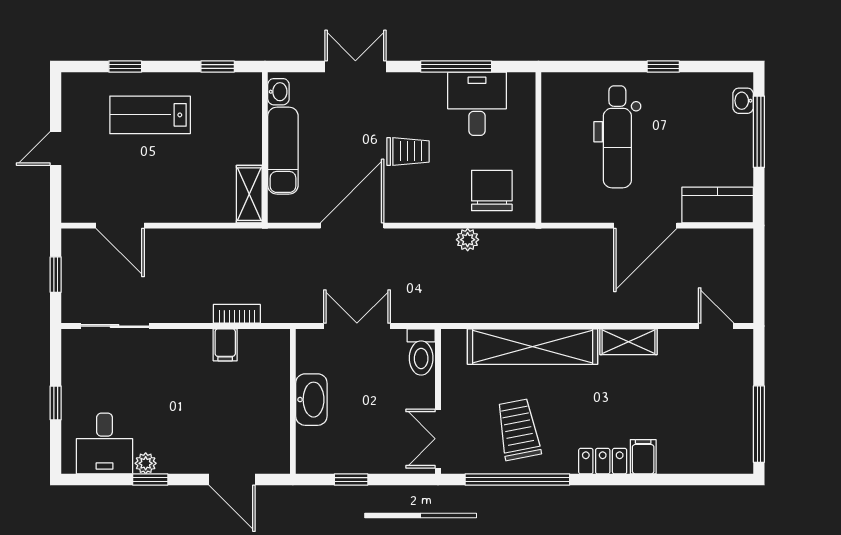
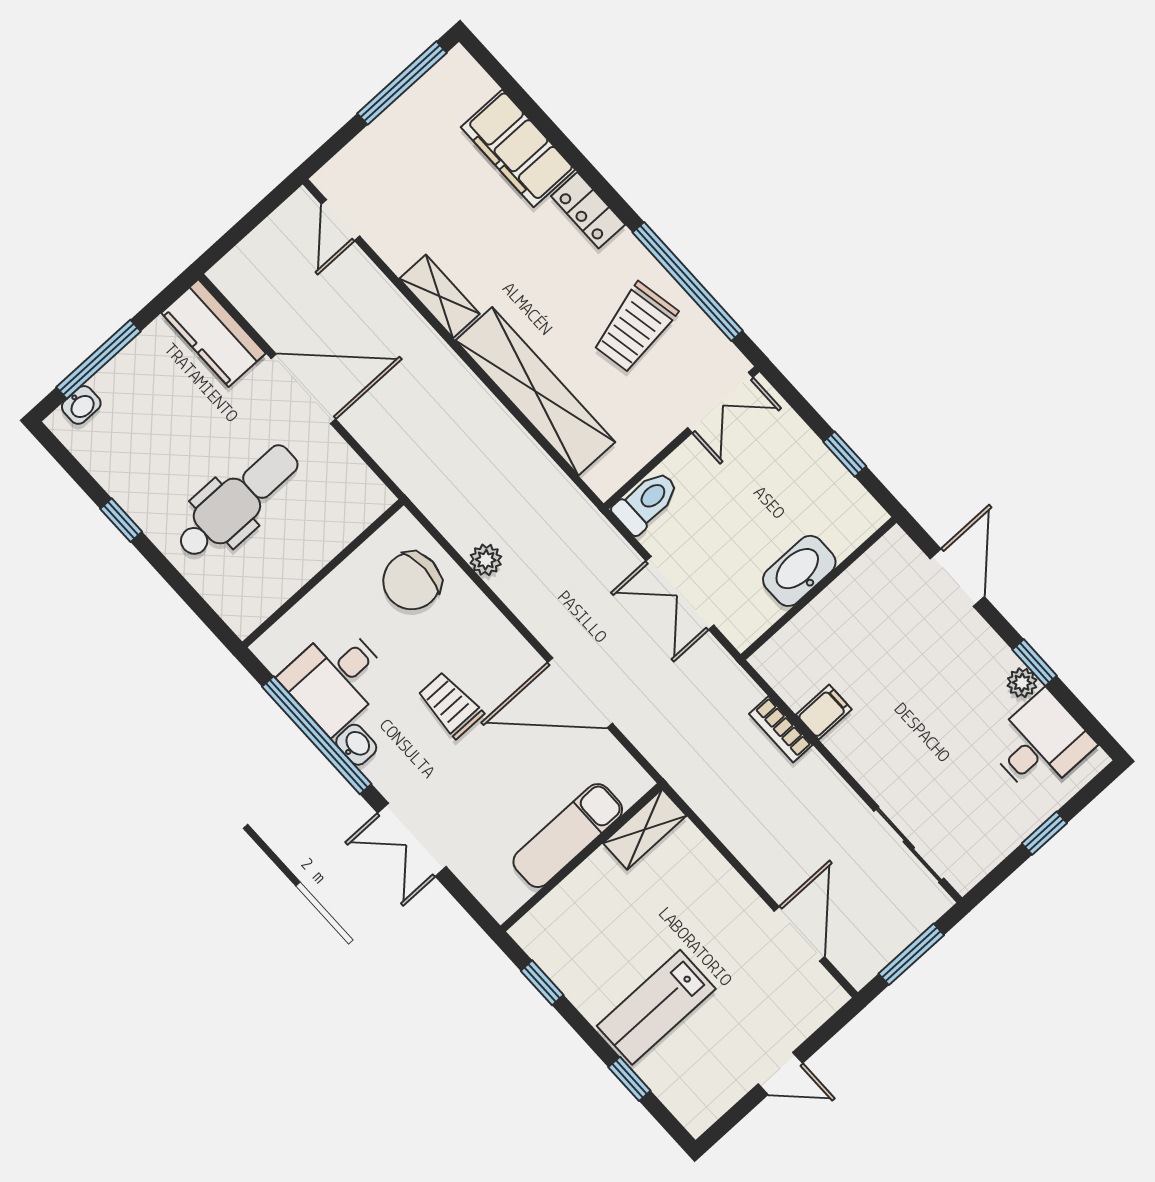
window: (456, 66) -> (317, 735), width x1.46
washbasin: (278, 92) -> (356, 745), moved, turned 90
lab bench: (150, 115) -> (656, 1007), turned 90
window: (56, 275) -> (911, 954), width x1.50
filing cabinet: (643, 457) -> (518, 148), width x3.00, depth x1.17

